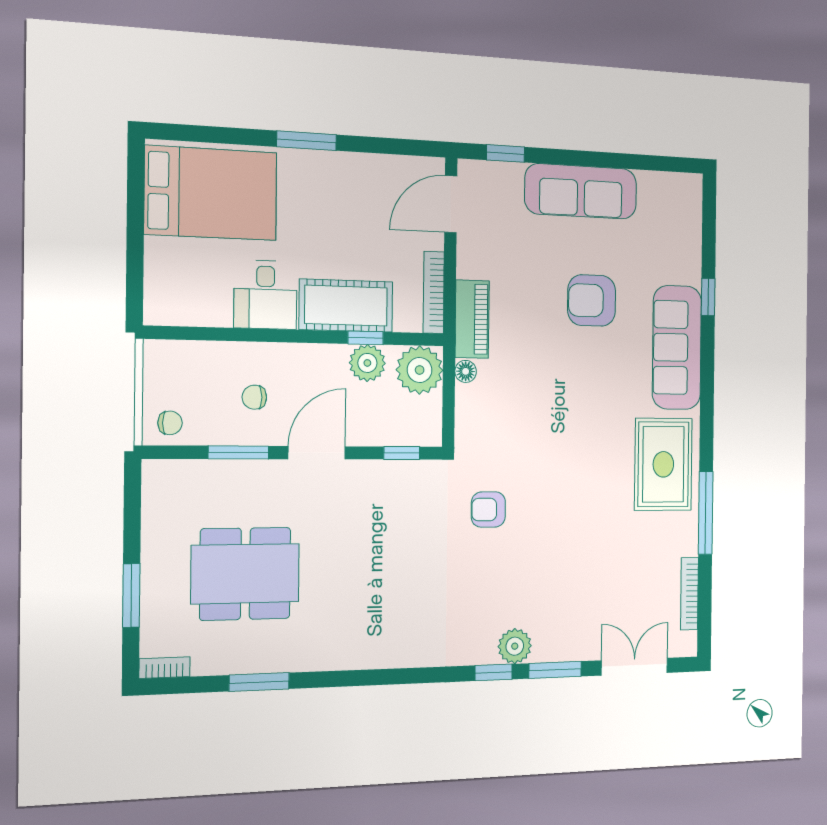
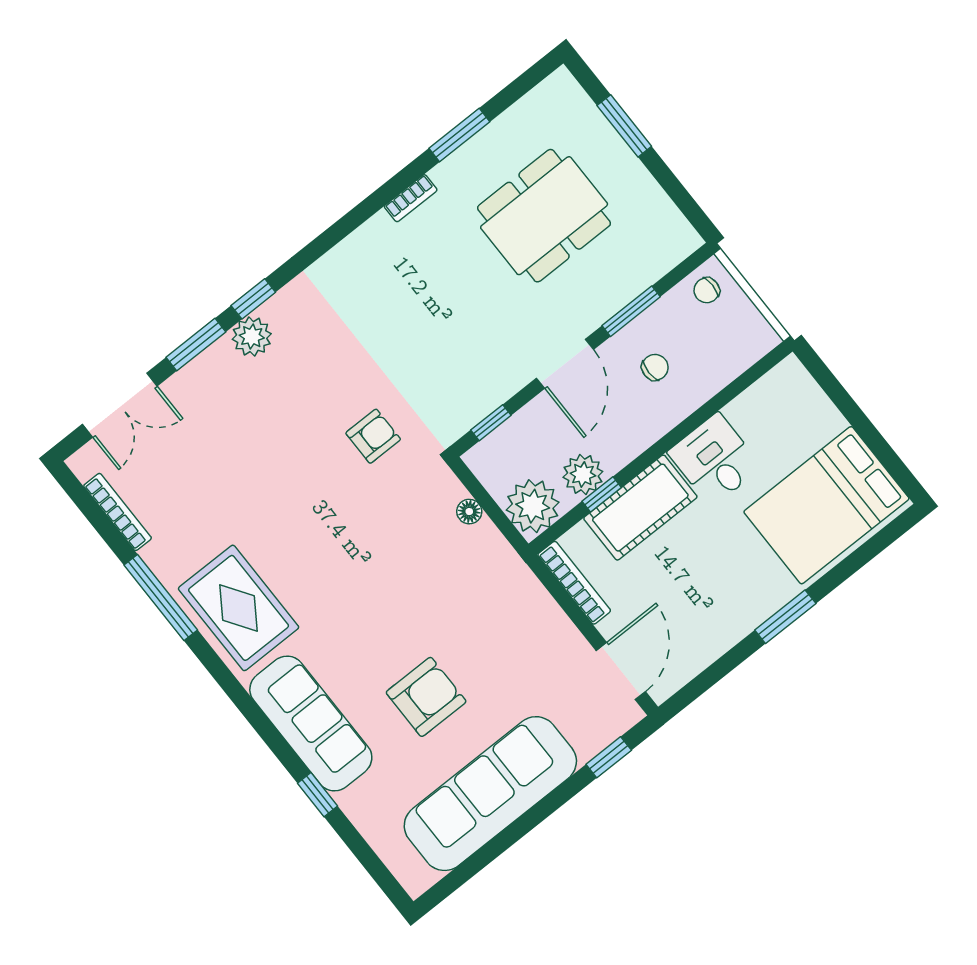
sofa: (581, 191) -> (490, 794), width x1.36, depth x1.27
piano: (472, 319) -> (522, 589), removed
floor lamp: (466, 371) -> (469, 512), moved
bookcase: (165, 668) -> (411, 198), moved

